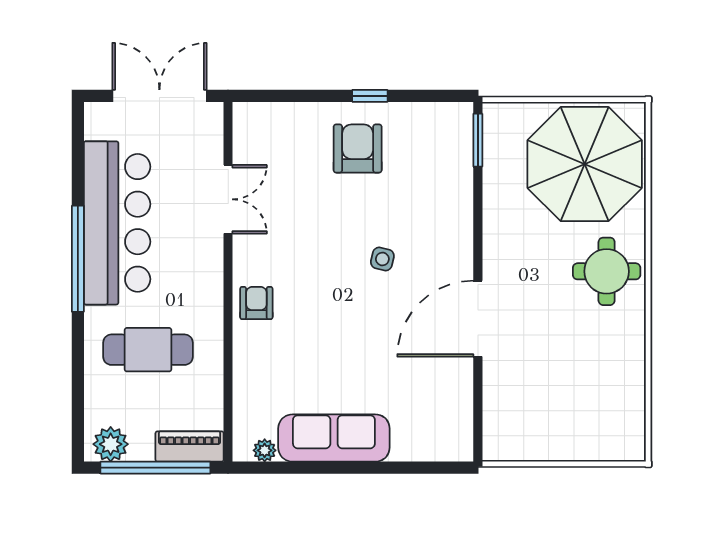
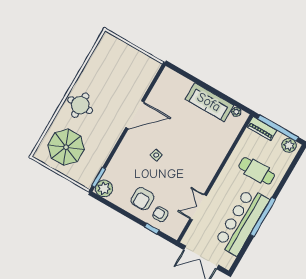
window: (370, 96) -> (152, 229), moved
plant: (453, 123) -> (104, 188), added
parasol: (585, 164) -> (66, 147), width x0.73, depth x0.73
armchair: (256, 303) -> (160, 214), moved, turned 90

